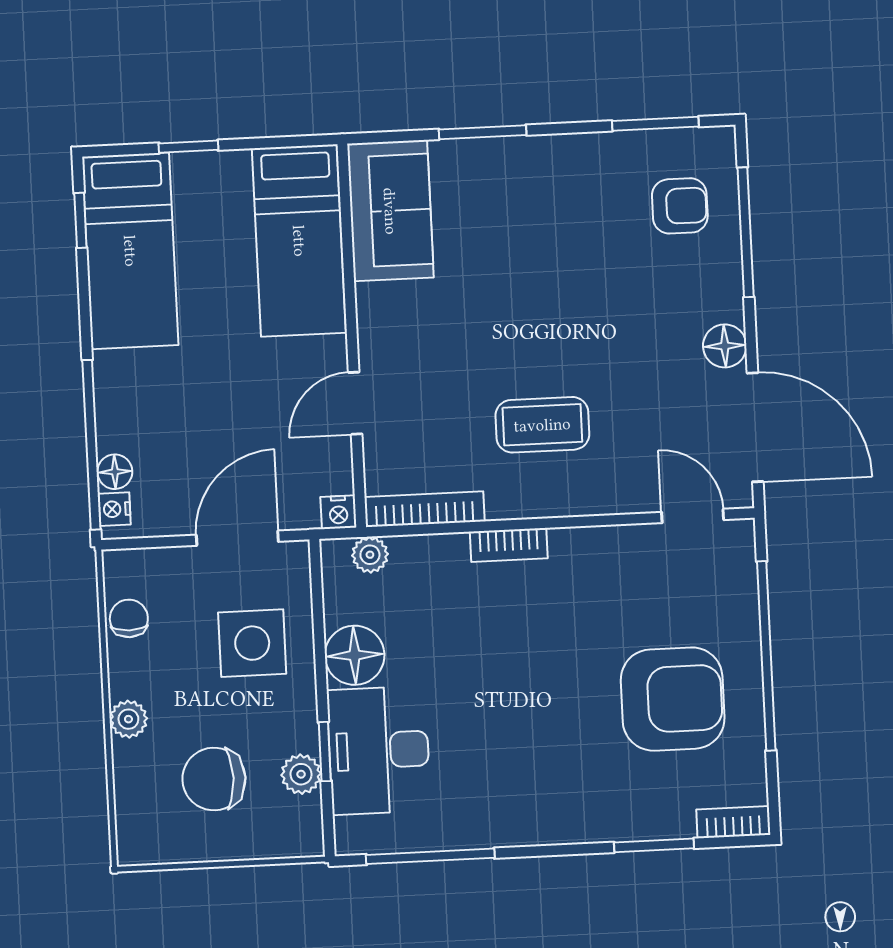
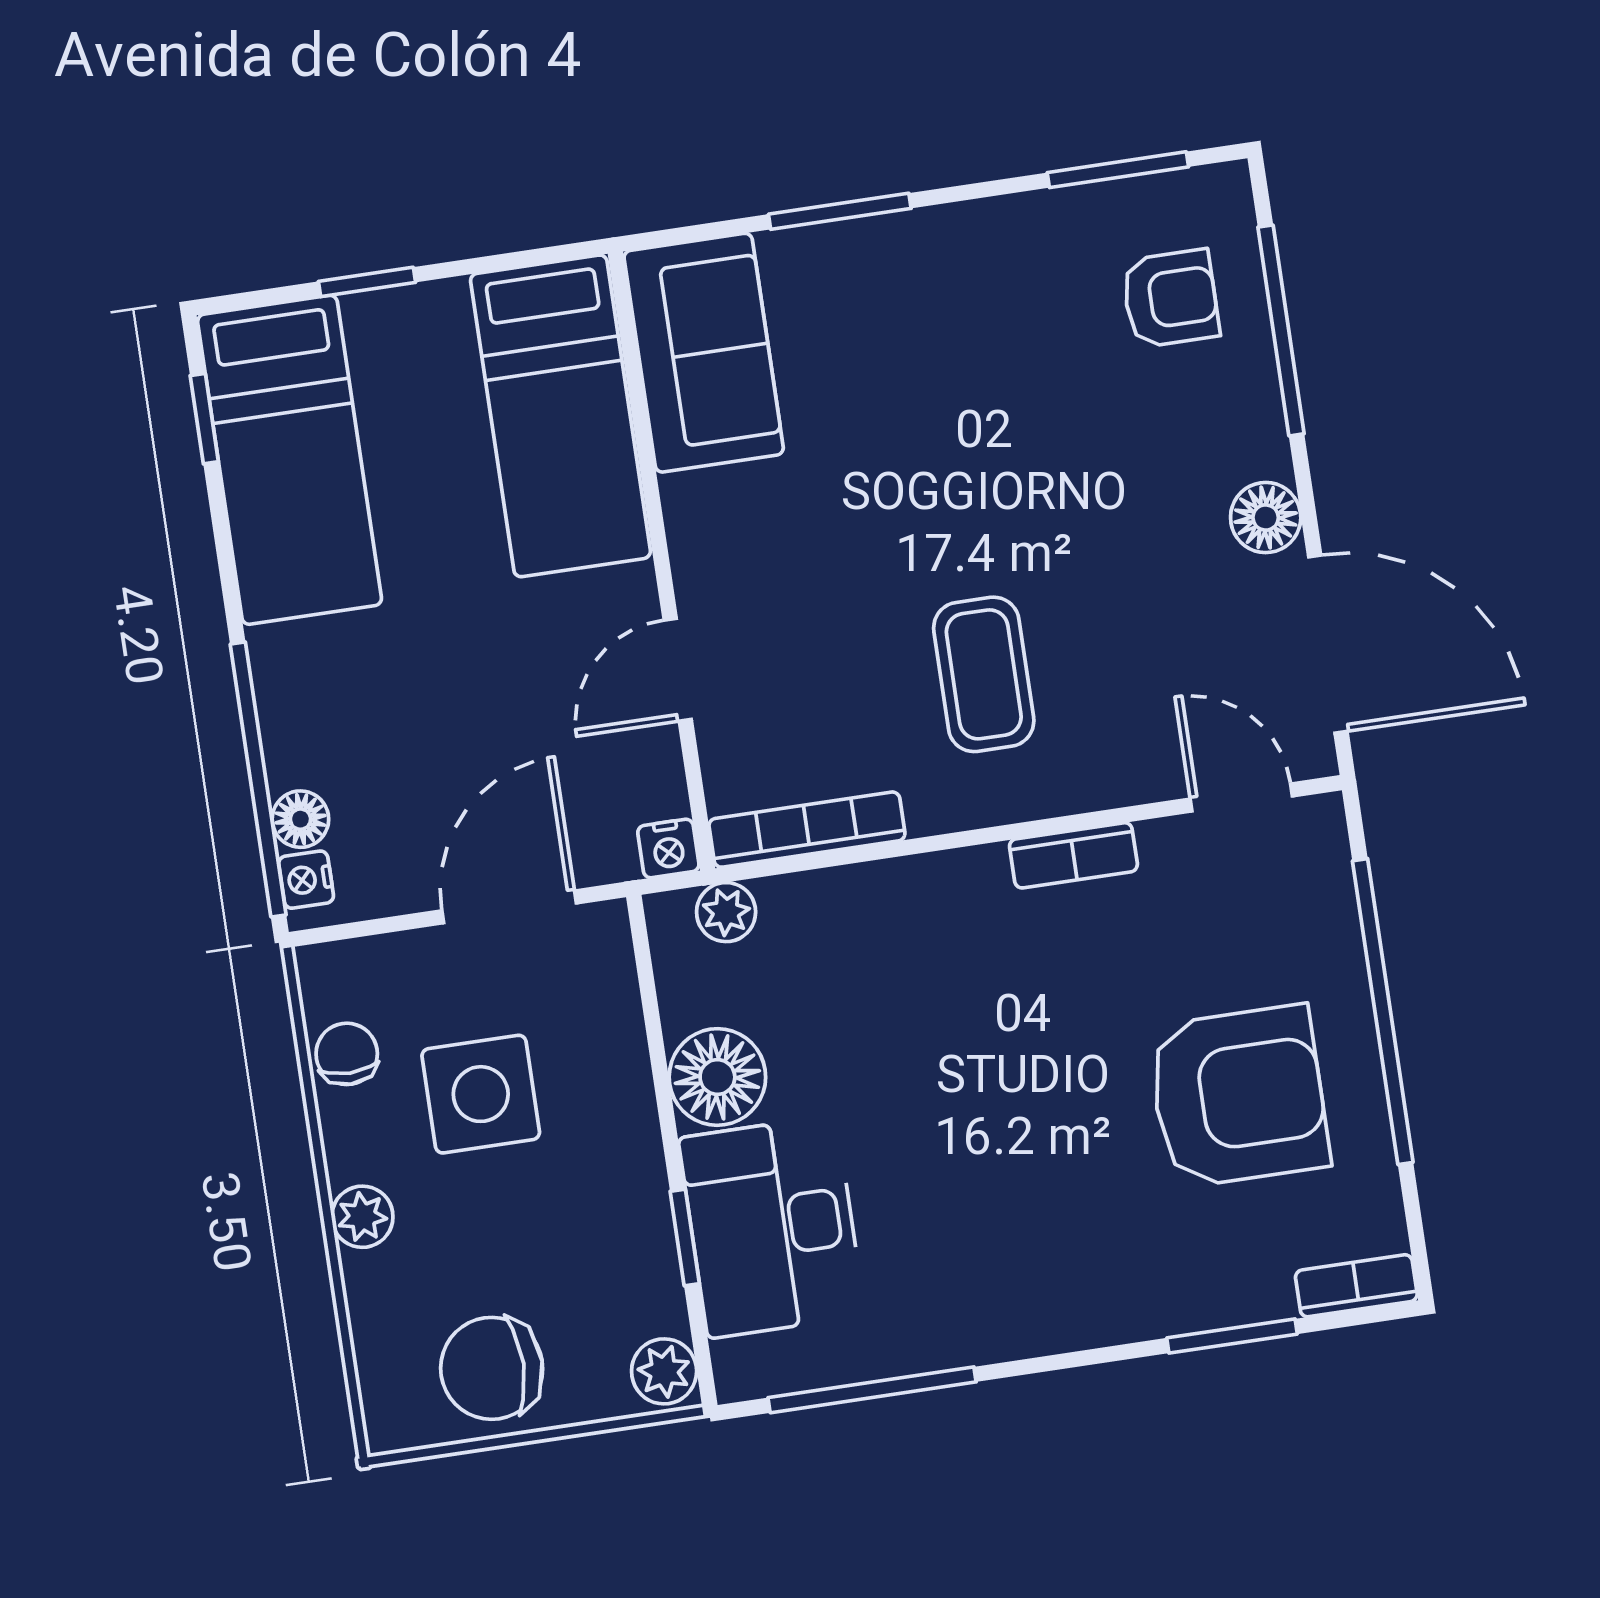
coffee table: (542, 425) -> (984, 674), turned 90
bookcase: (509, 545) -> (1073, 855), moved
side table: (252, 643) -> (481, 1094), moved
plant: (301, 774) -> (664, 1371), moved
chair: (214, 779) -> (492, 1368), moved

